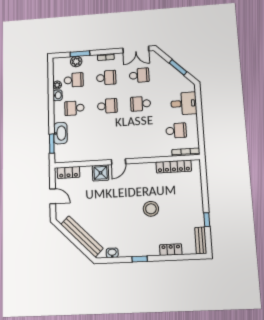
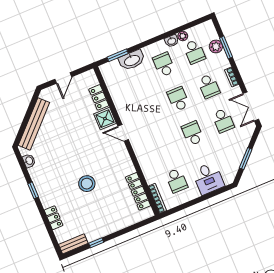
school desk: (107, 106) -> (178, 99), turned 180
locker: (68, 172) -> (99, 97), moved

